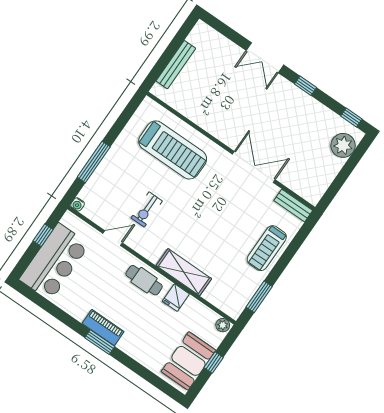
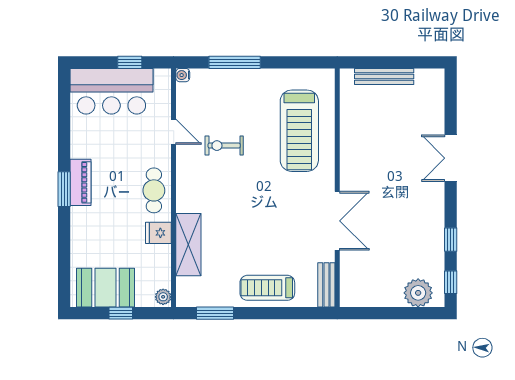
window: (305, 86) -> (451, 240), moved
shelving: (184, 272) -> (188, 245), moved

